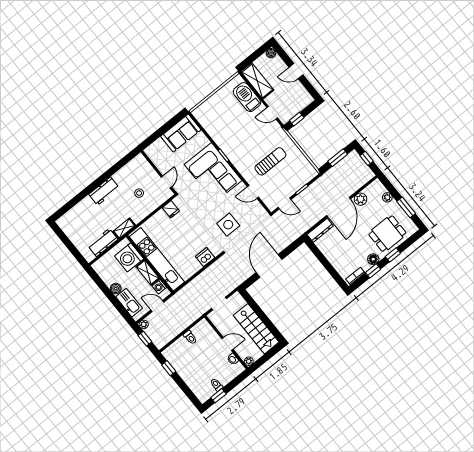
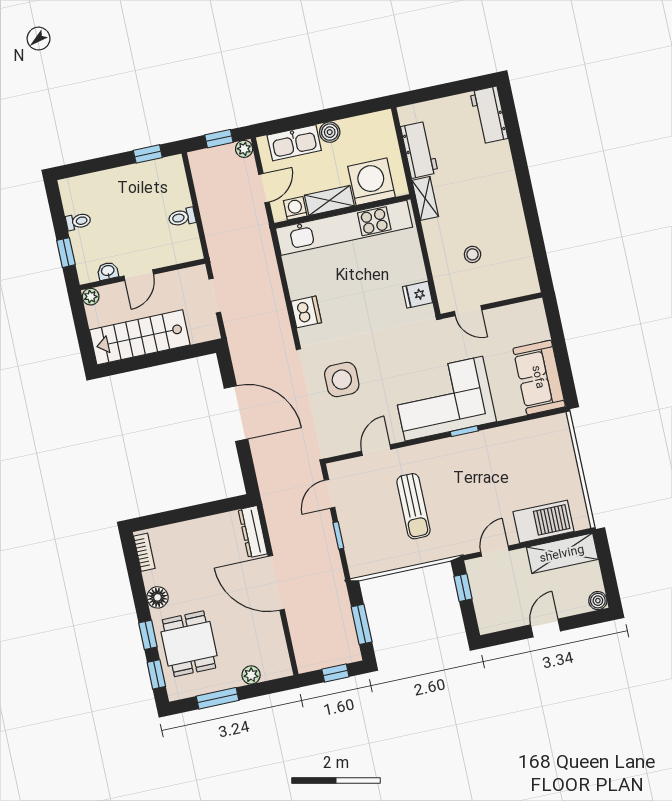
workbench: (104, 191) -> (489, 115), moved
plant: (361, 199) -> (271, 627), removed
window: (373, 271) -> (156, 674), moved
window: (218, 396) -> (66, 253), moved

